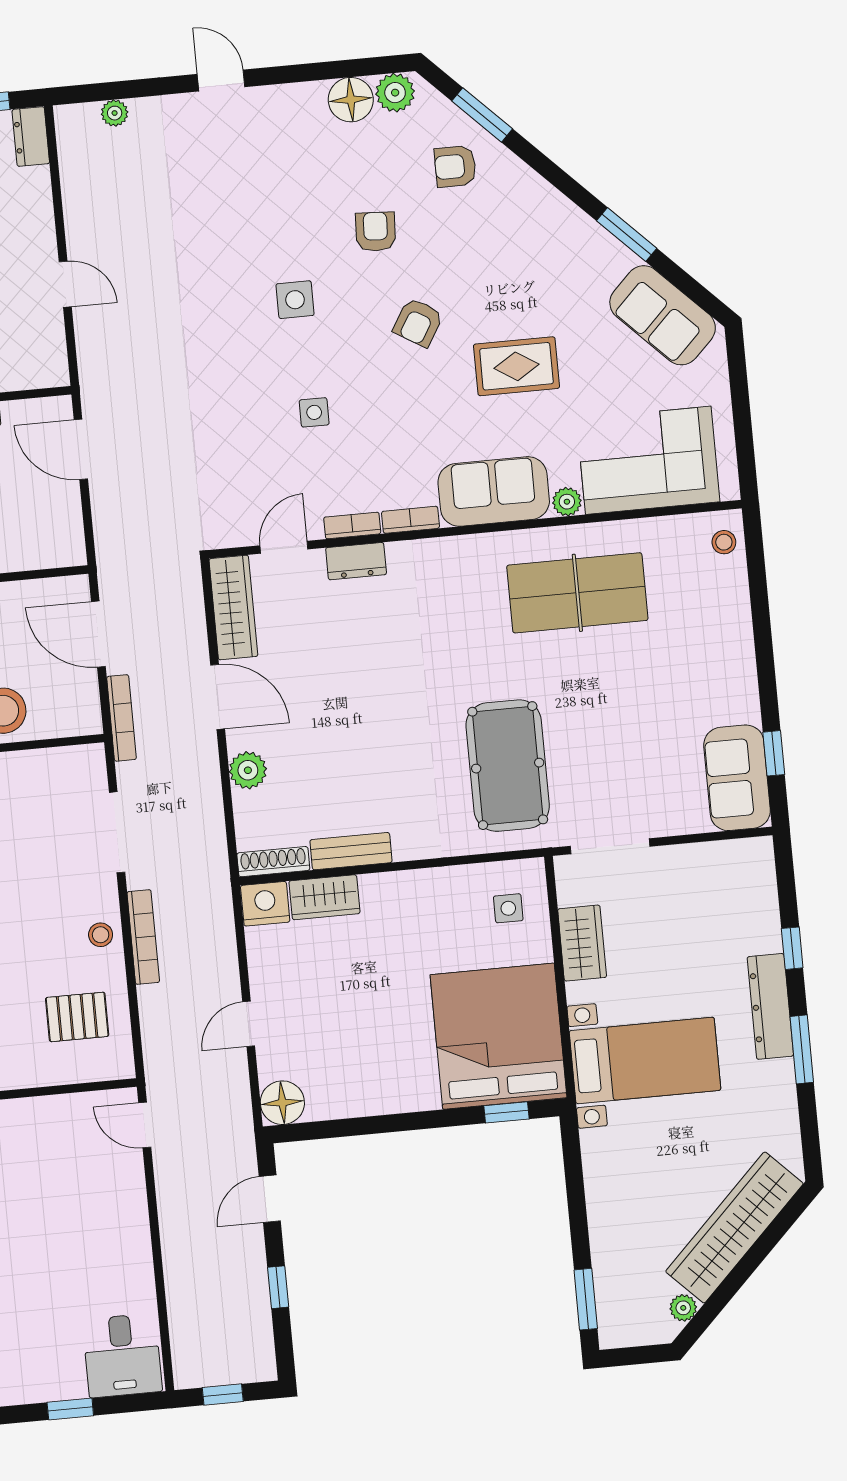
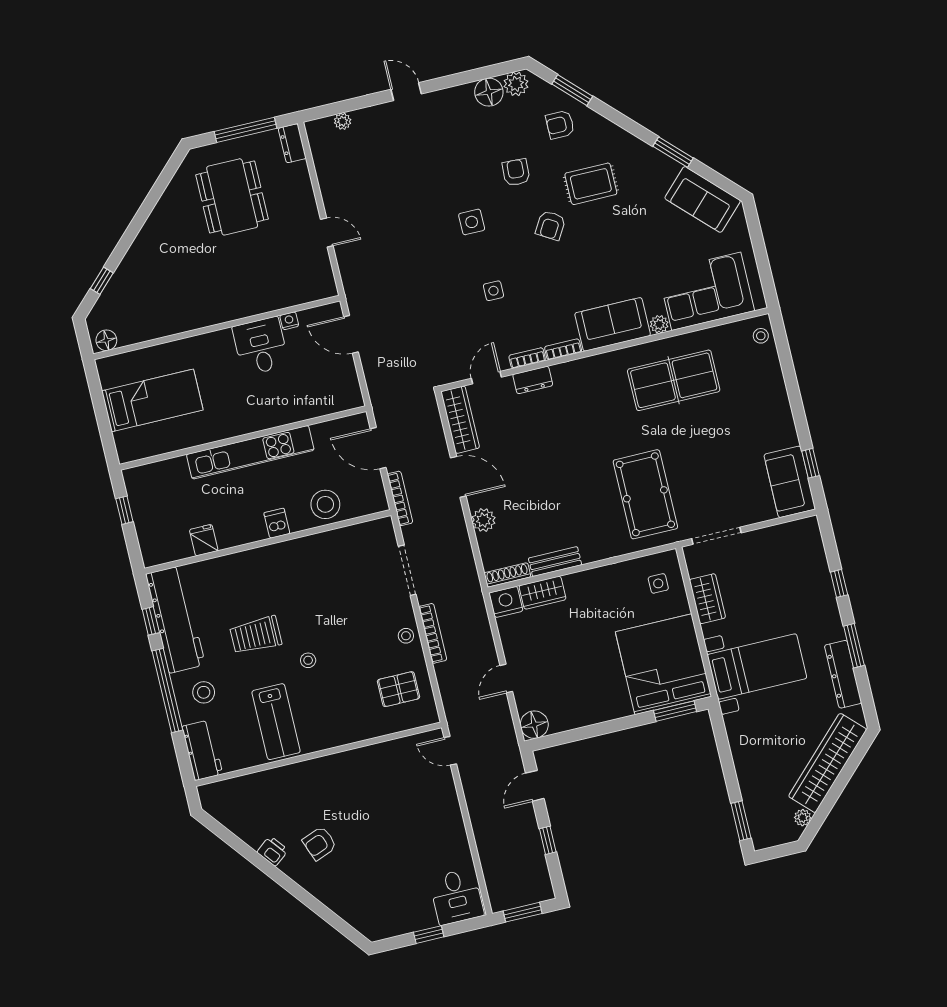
rug: (516, 366) -> (591, 184), moved
dresser: (770, 1006) -> (843, 674), moved
window: (506, 1112) -> (675, 711), width x1.50
window: (223, 1395) -> (523, 912), width x1.50

